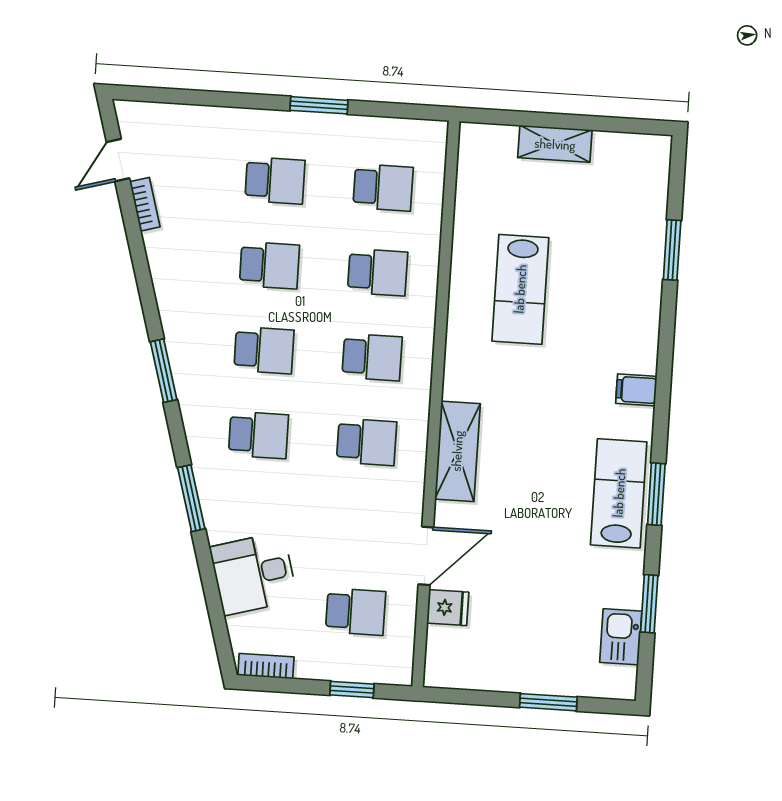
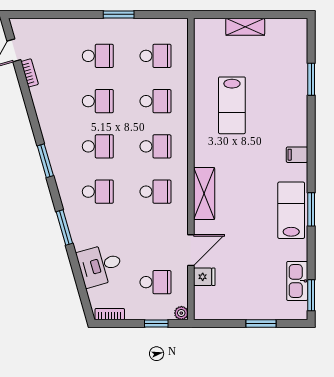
window: (649, 604) -> (311, 295), moved
kitchen sink: (621, 637) -> (297, 281), width x1.38
plant: (400, 673) -> (181, 313), added

